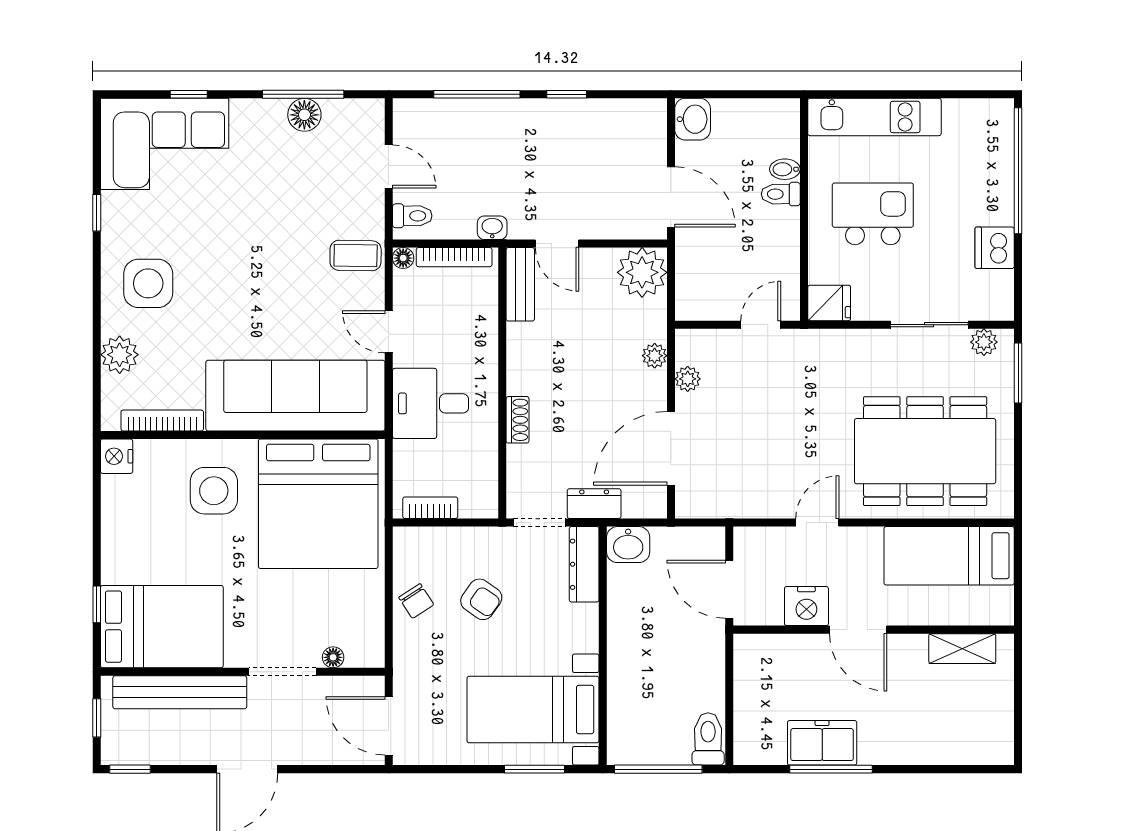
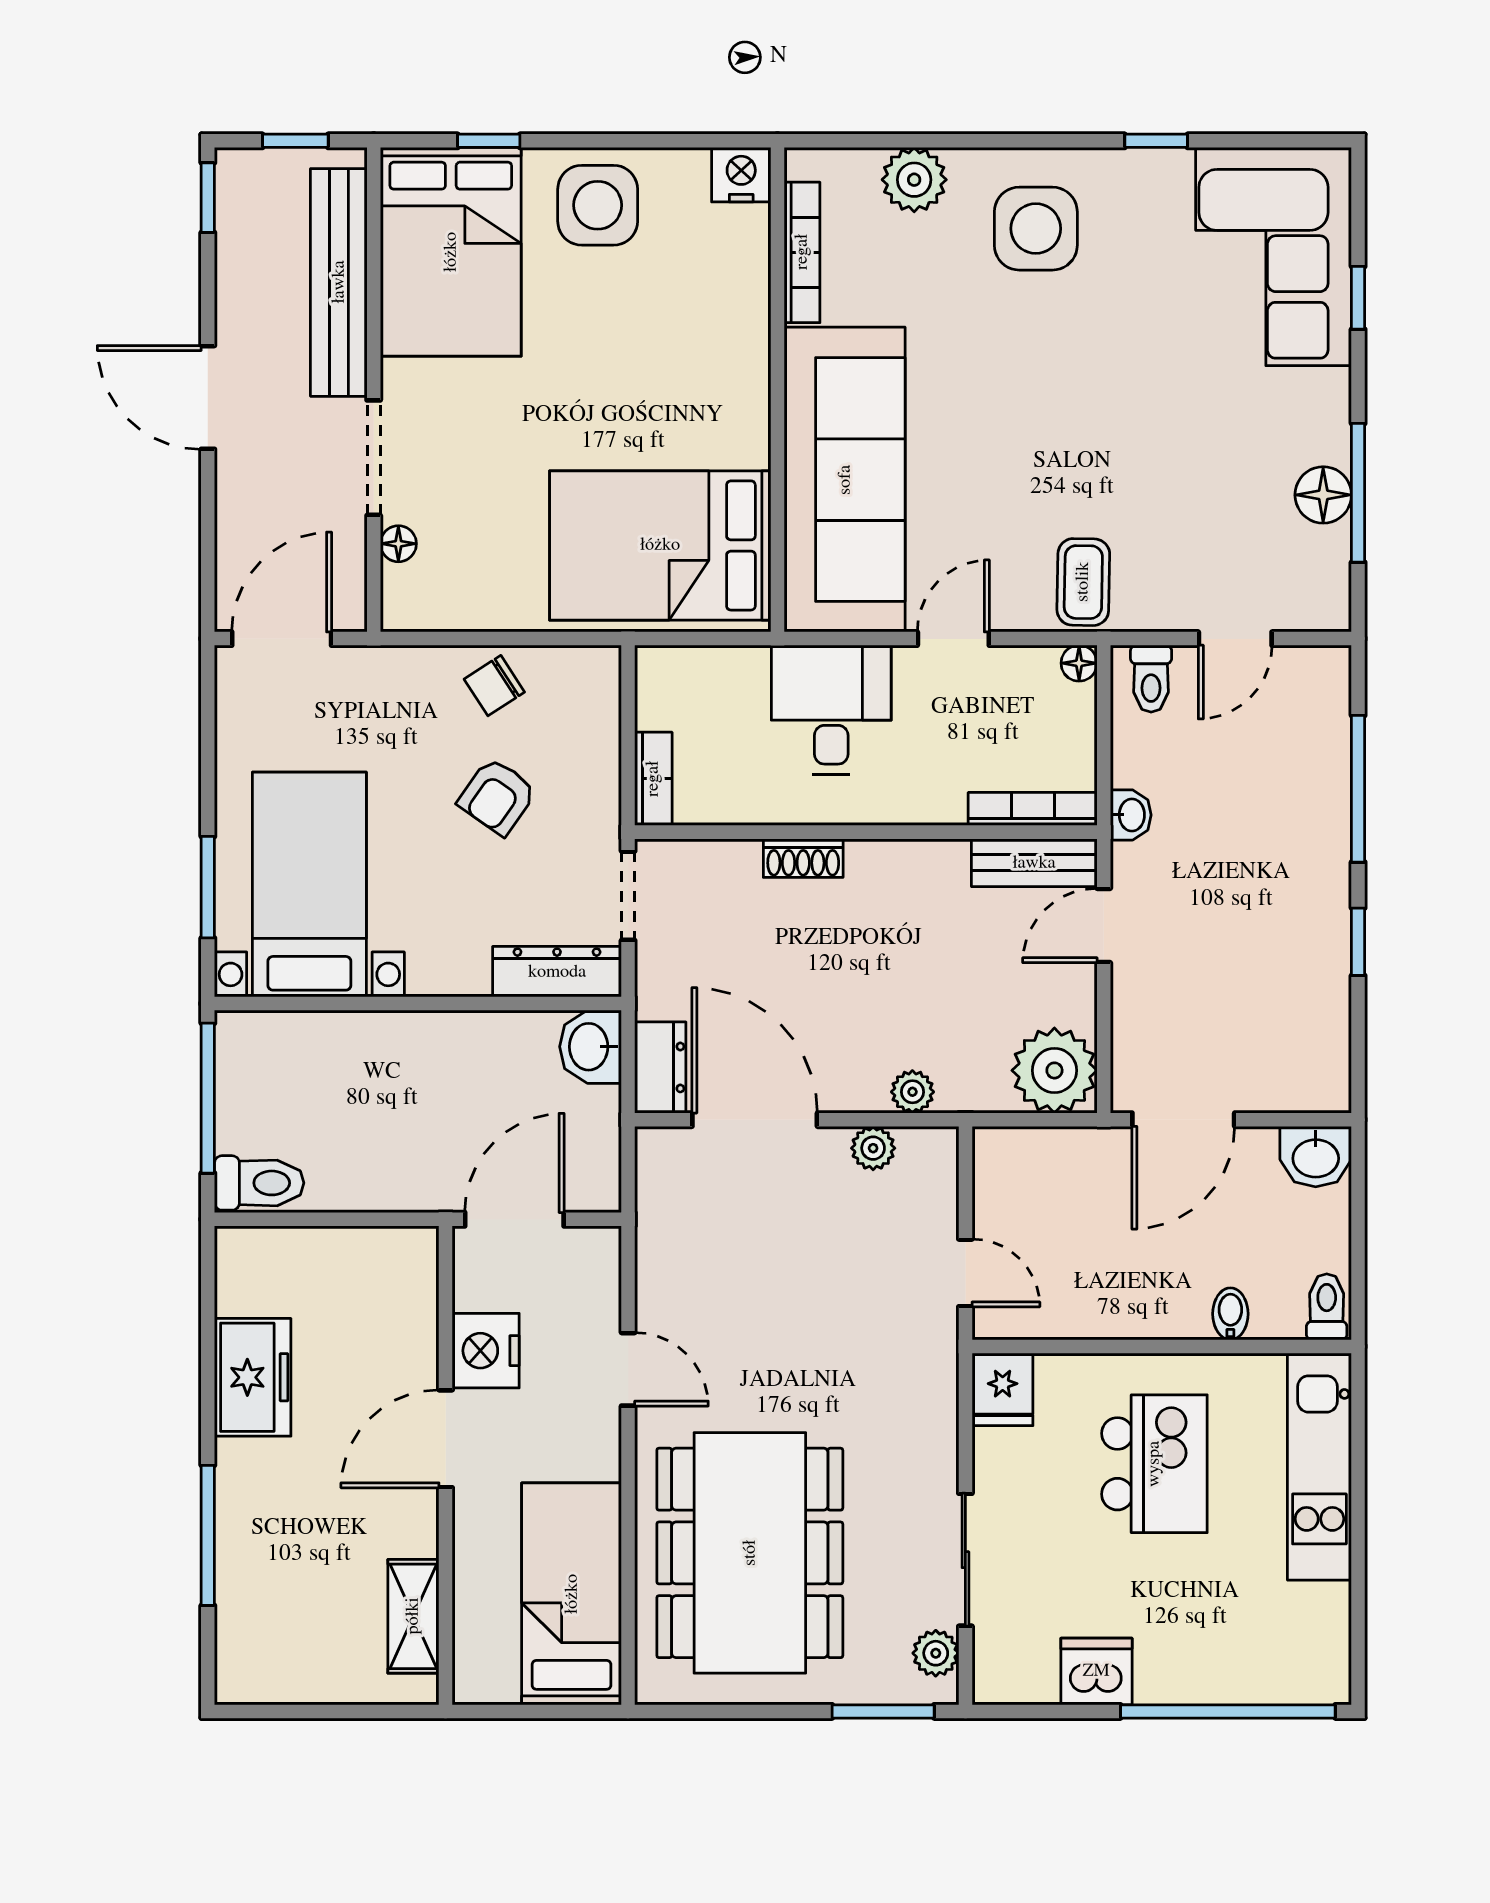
toilet: (781, 194) -> (1327, 1307), moved
bookcase: (454, 257) -> (1033, 809), moved, turned 90
side table: (214, 491) -> (598, 205), moved
bed: (318, 504) -> (660, 545), width x0.73
dresser: (594, 504) -> (660, 1067), moved
bookcase: (430, 508) -> (653, 779), moved
window: (831, 769) -> (208, 1535), moved

